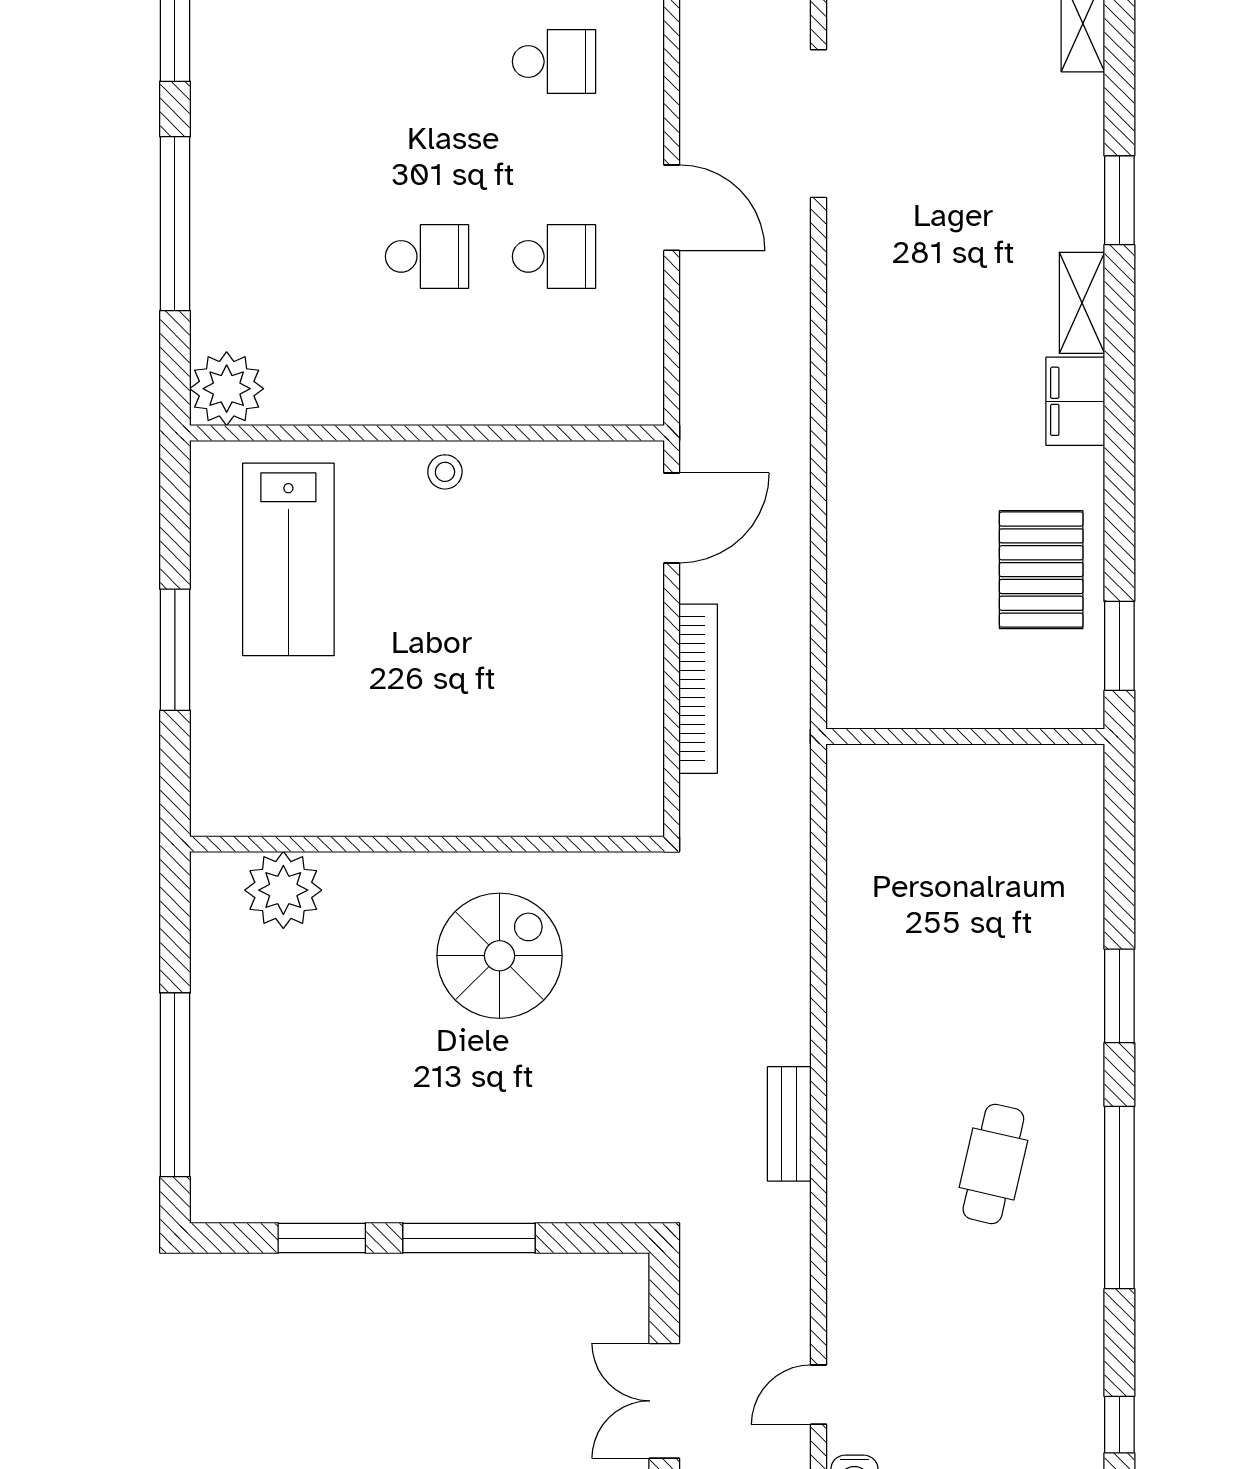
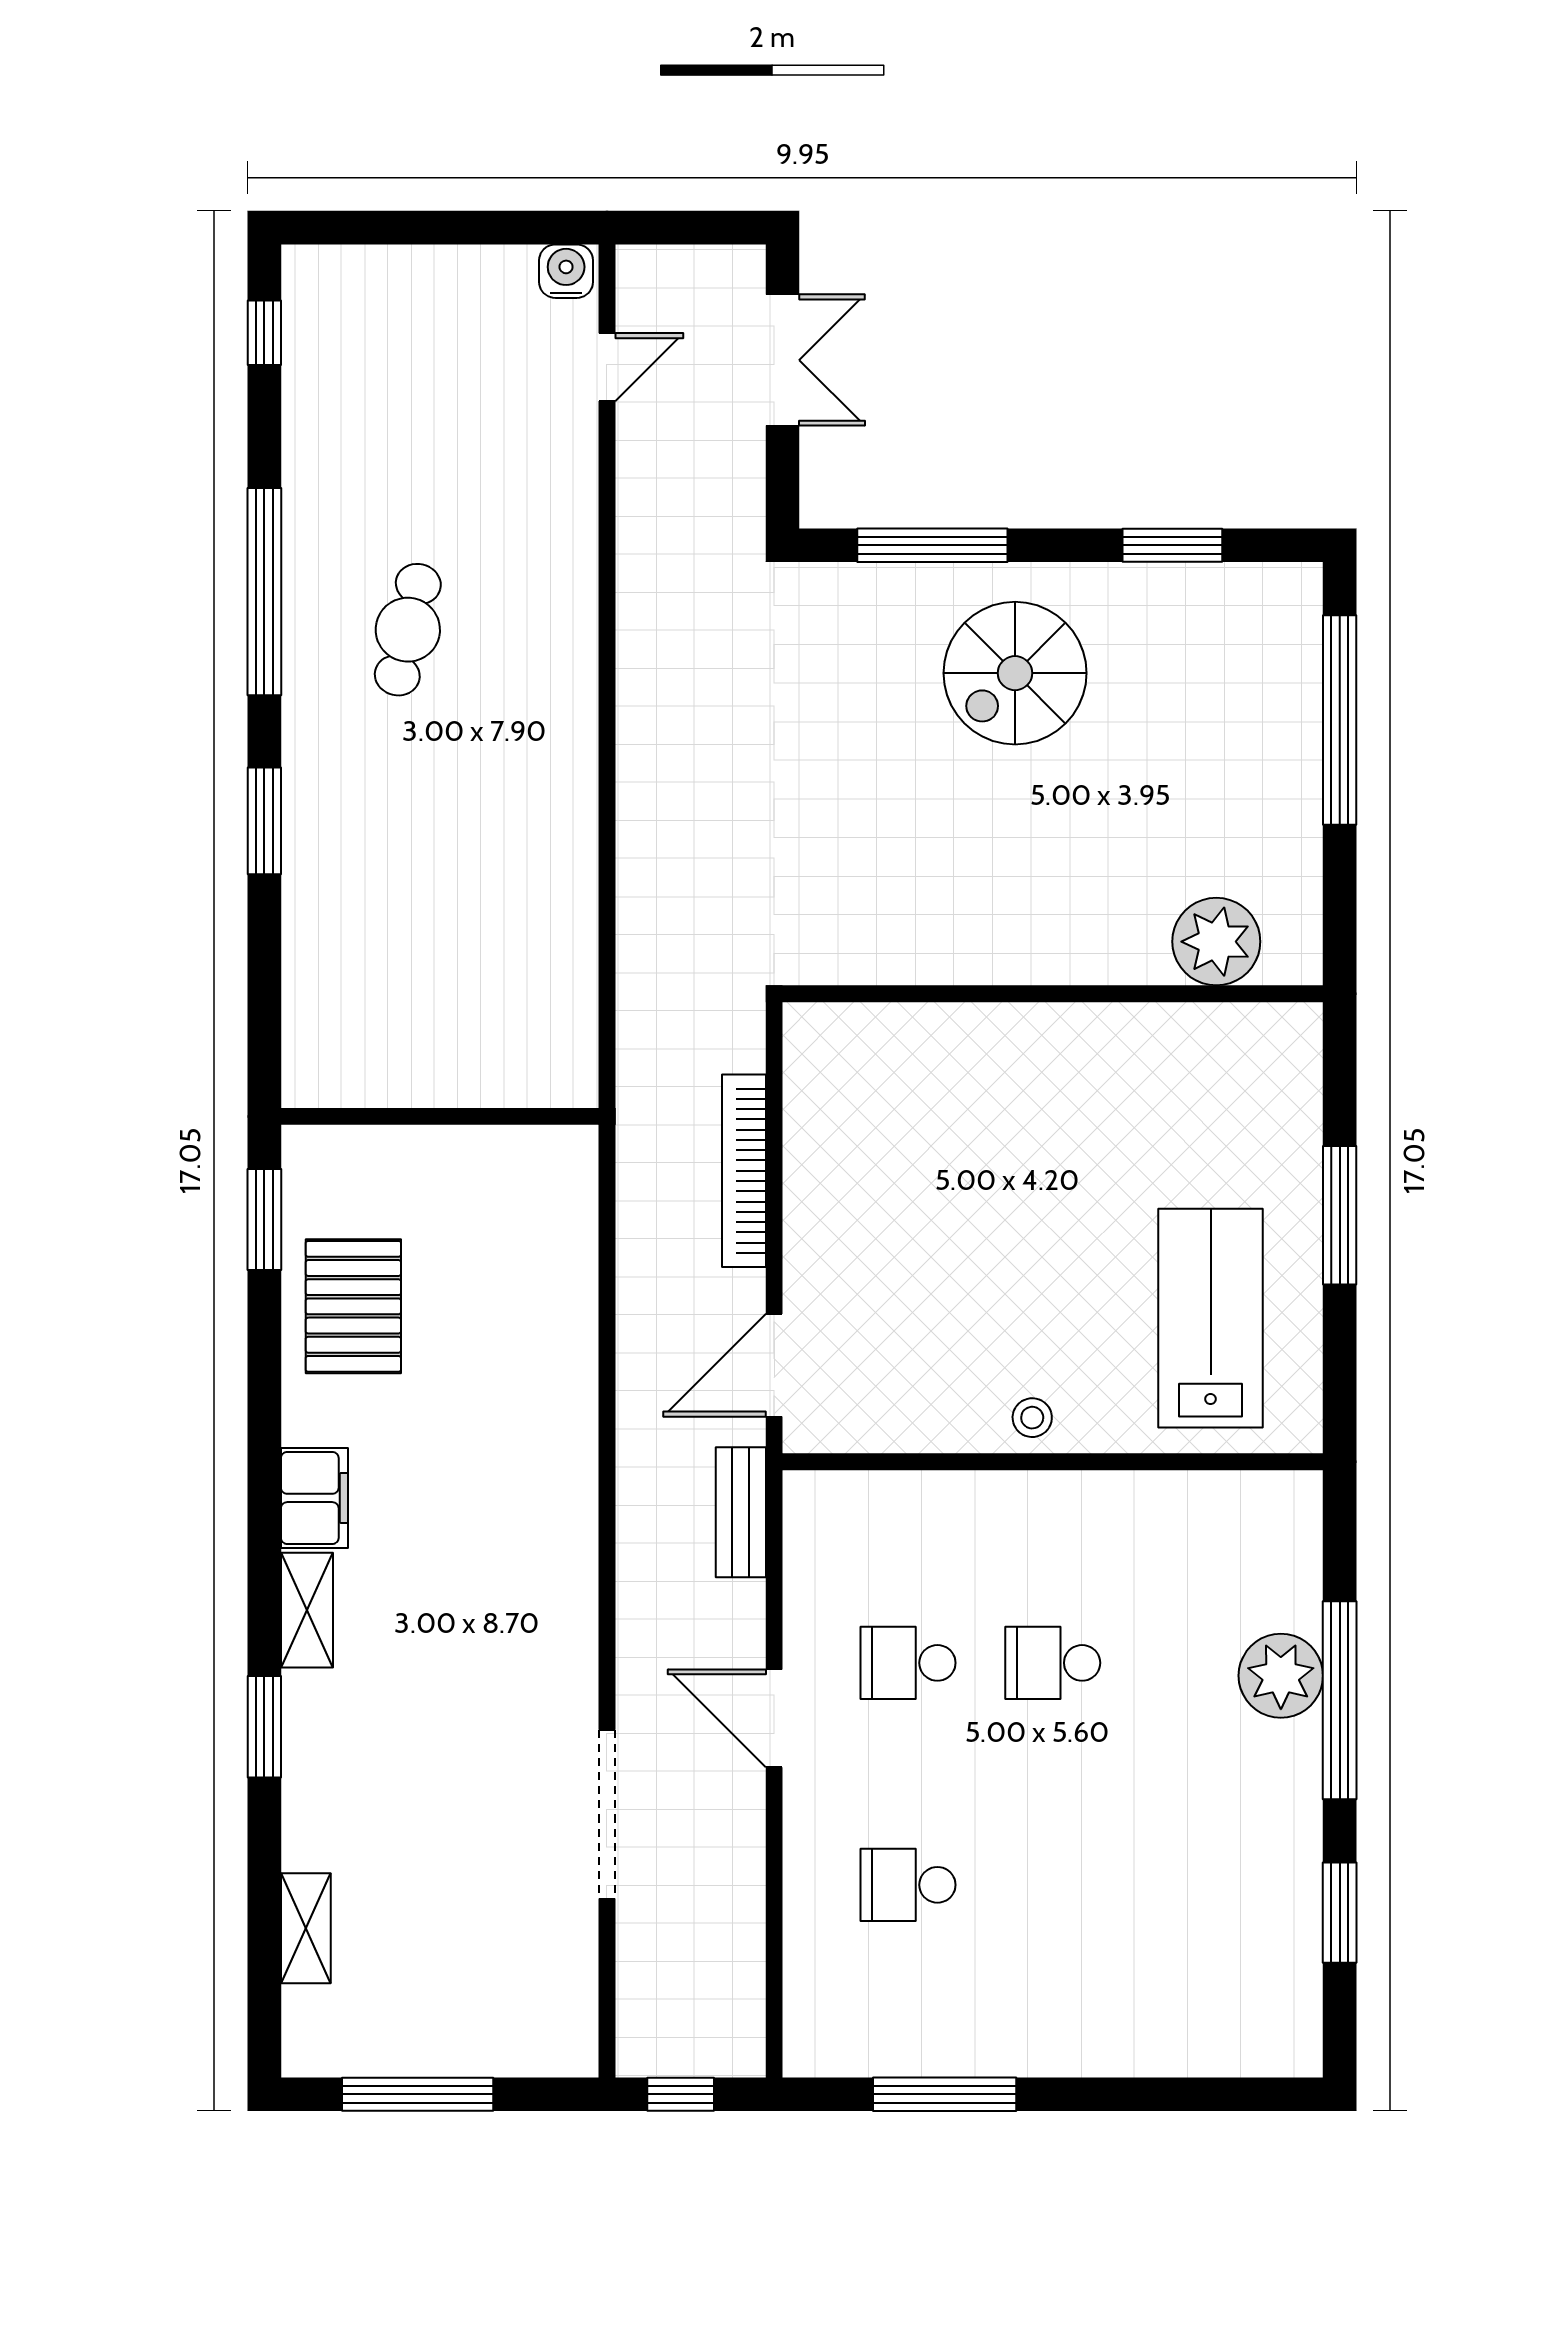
plant: (227, 389) -> (1281, 1676), moved
spiral stairs: (500, 956) -> (1015, 673), moved
bench: (789, 1124) -> (741, 1512), moved
window: (469, 1238) -> (932, 545), moved

